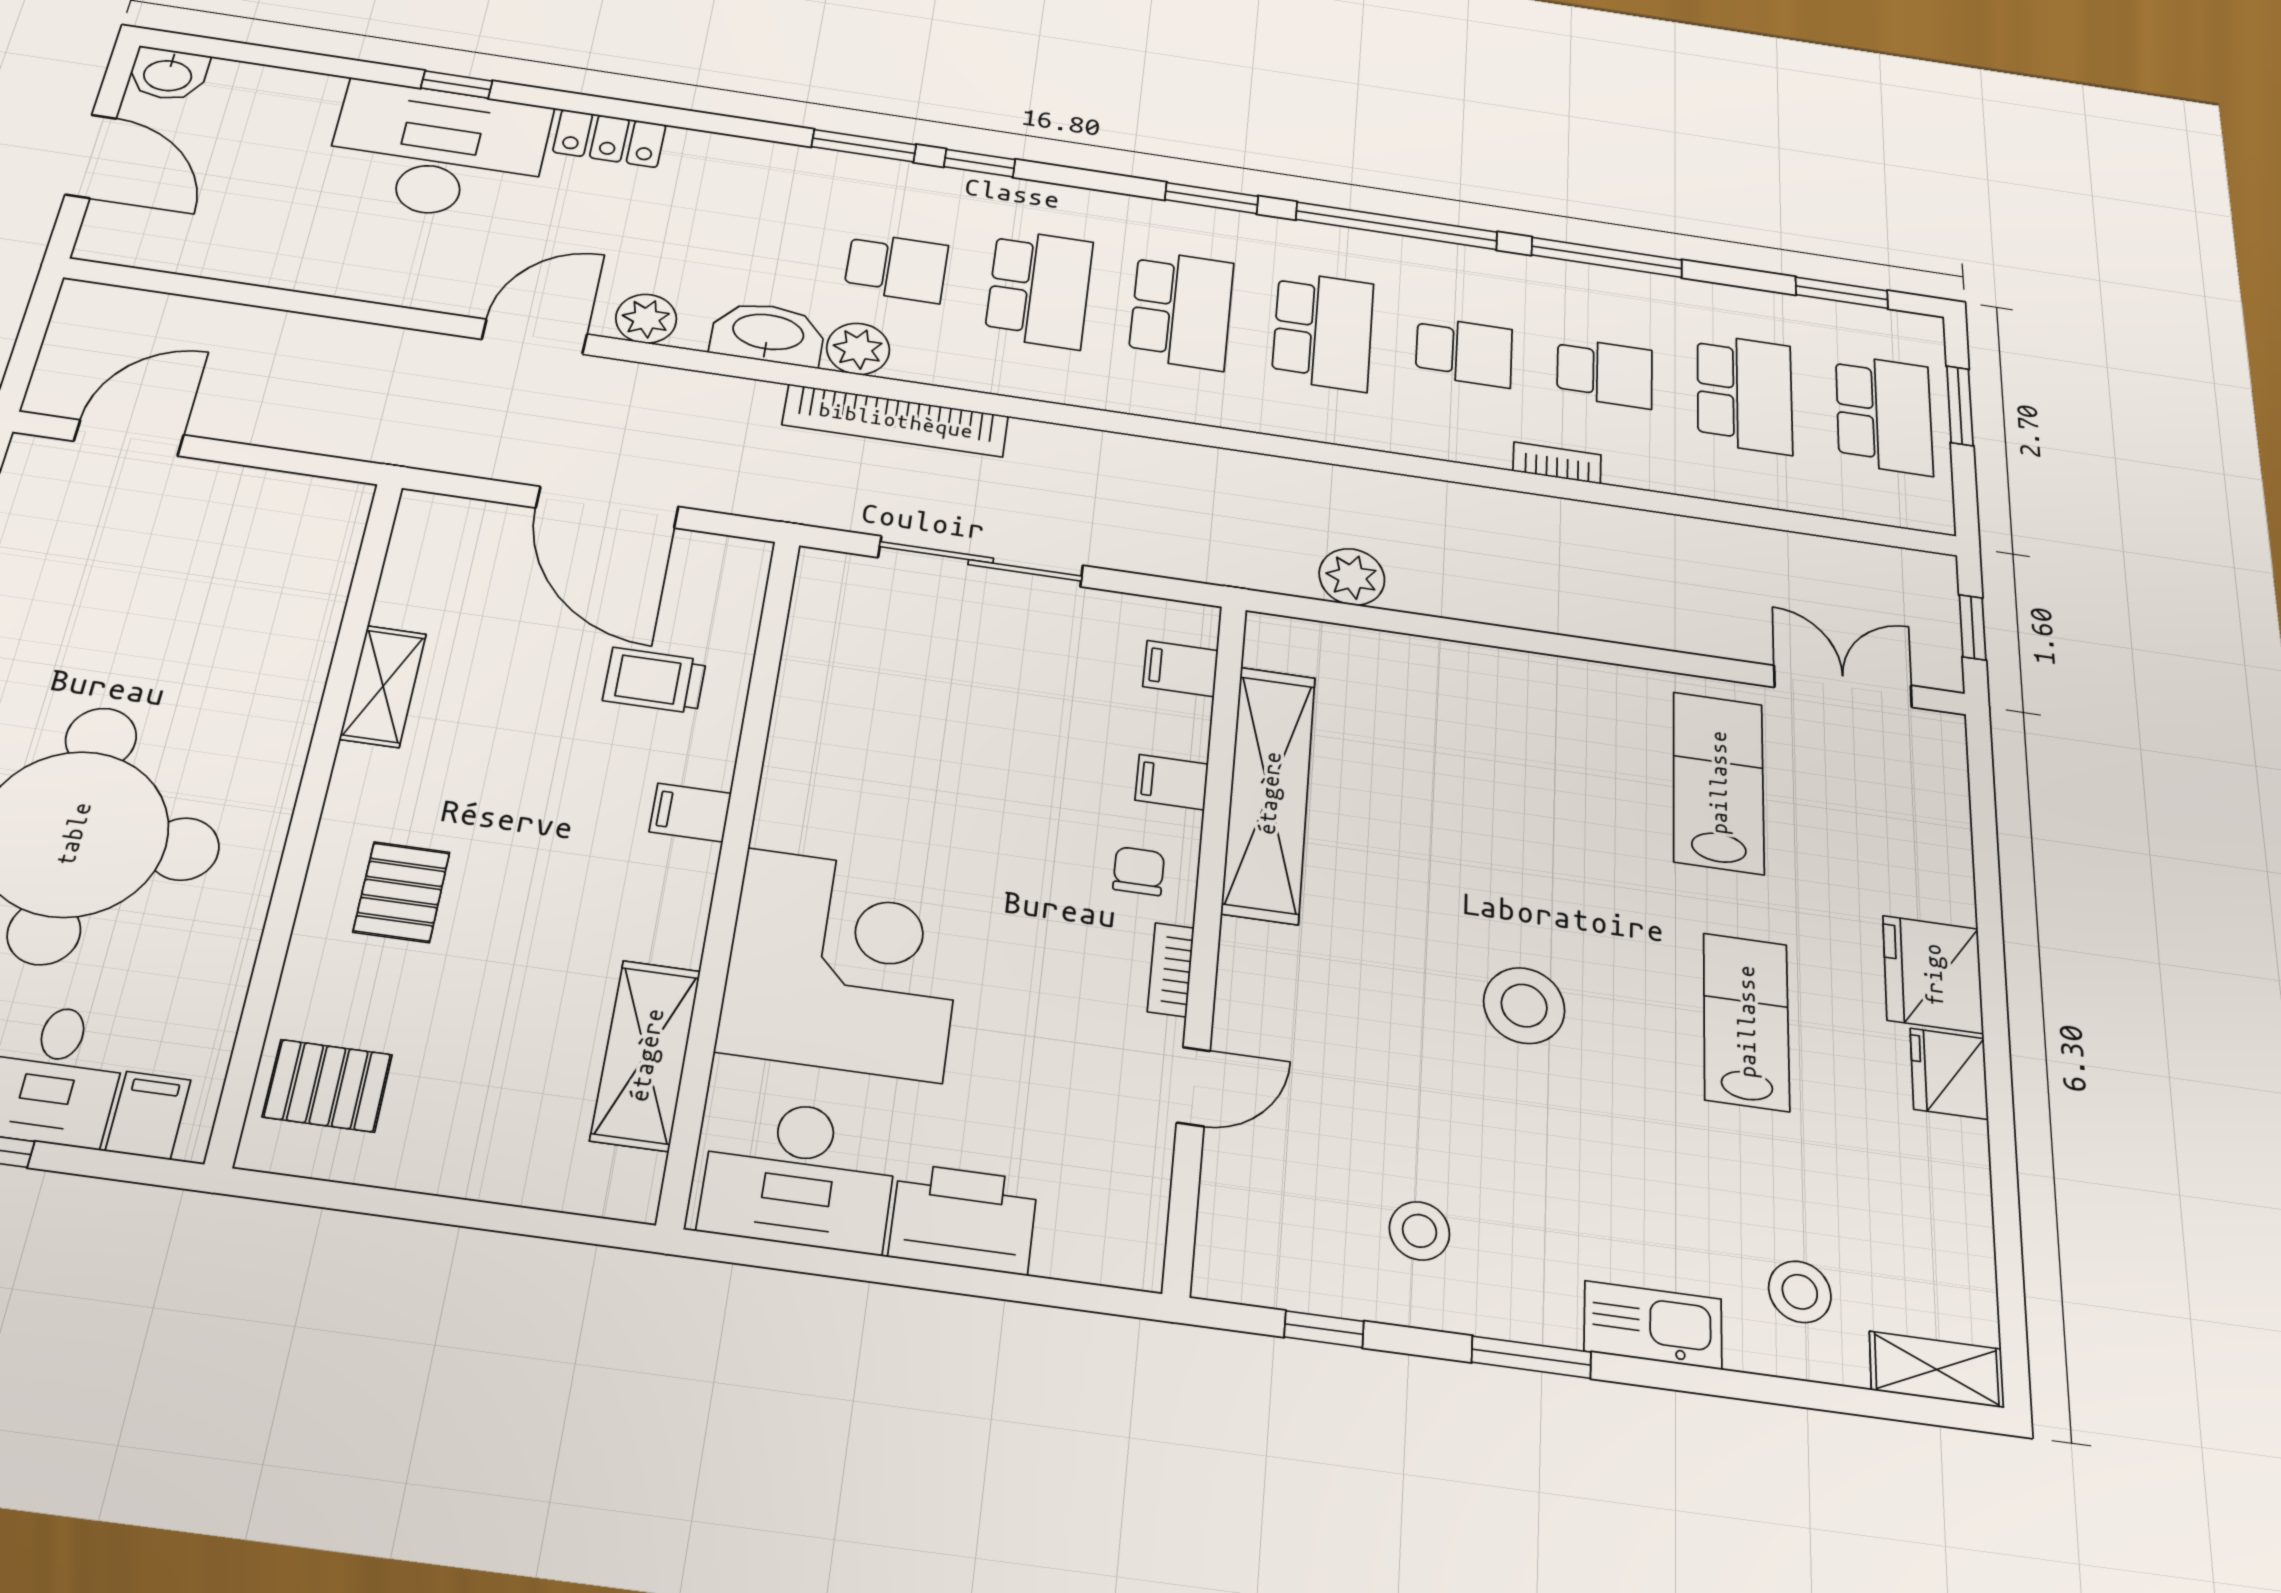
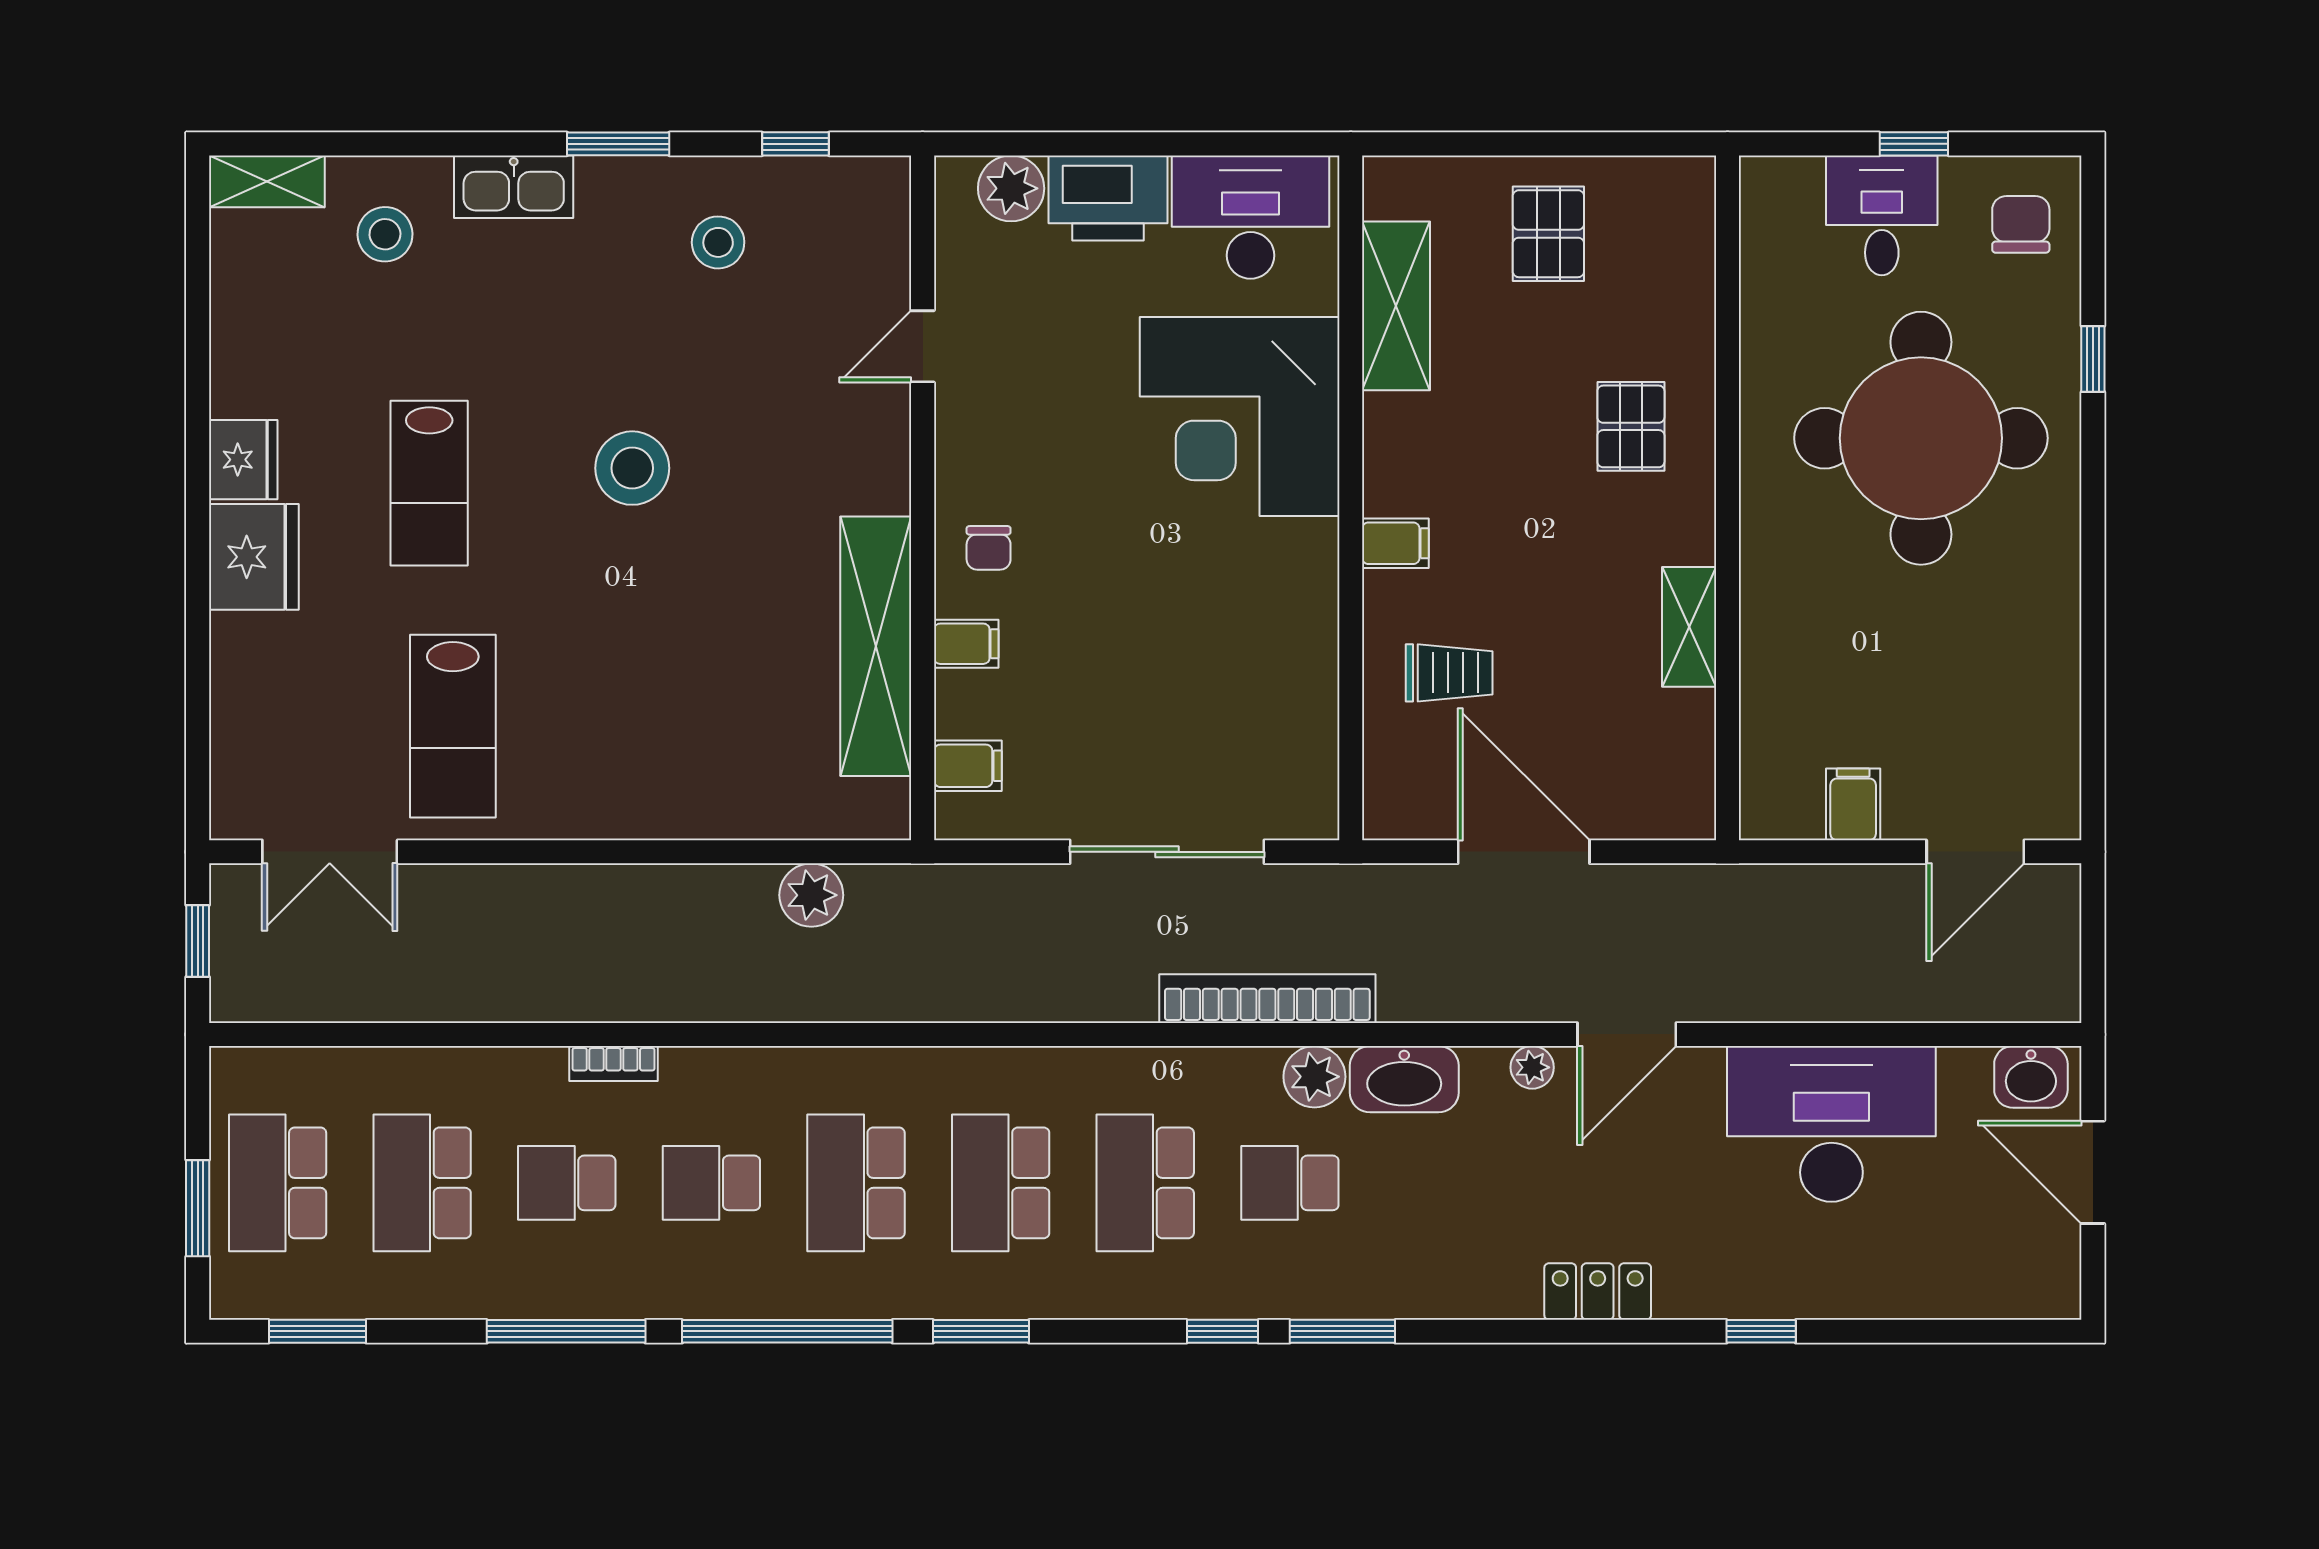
washbasin: (168, 74) -> (2031, 1077), moved, turned 180
desk: (438, 152) -> (1831, 1124), moved, turned 180
plant: (646, 319) -> (1532, 1067), width x0.73, depth x0.73
bookcase: (1171, 970) -> (952, 455), removed
pallet: (327, 1086) -> (1548, 234), moved, turned 90
filing cabinet: (148, 1115) -> (1853, 804), moved, turned 180
plant: (1076, 1245) -> (1011, 188), added

